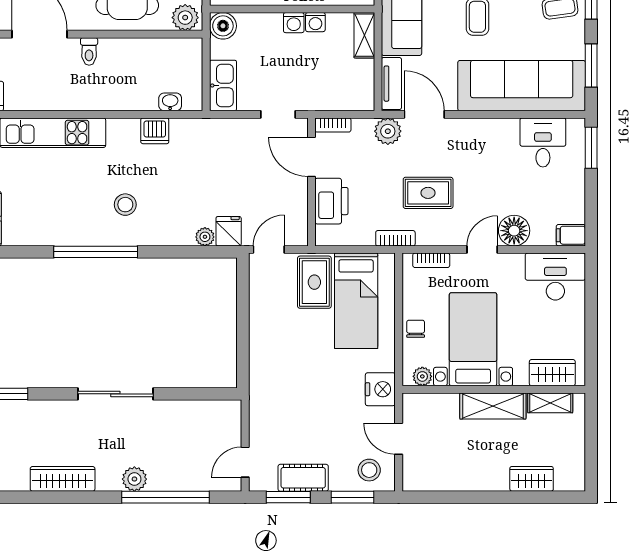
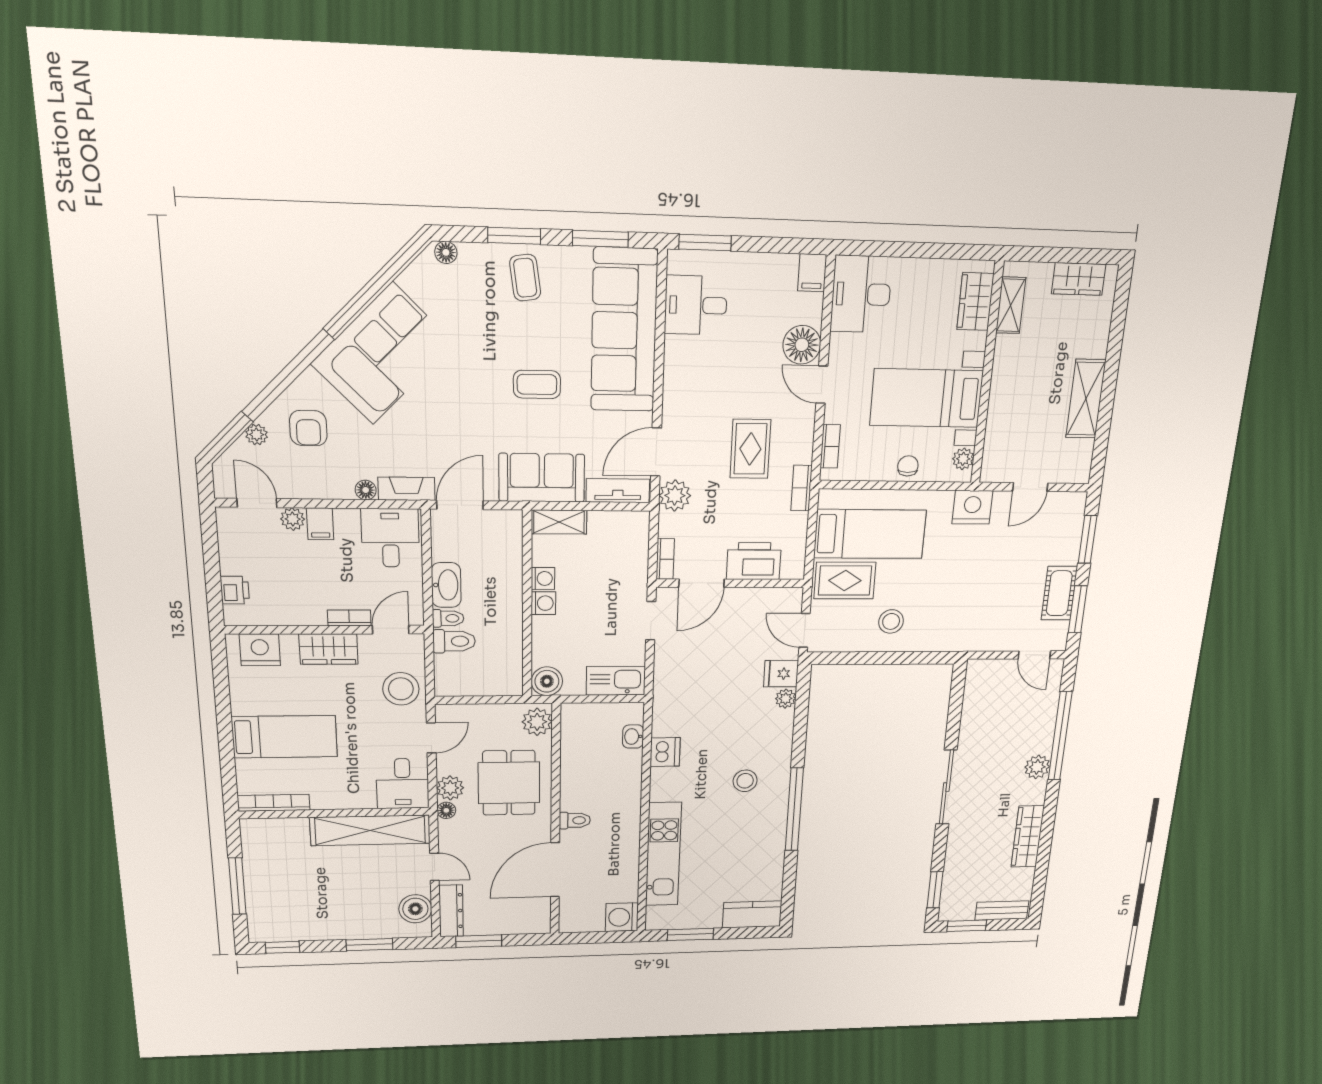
chair: (416, 329) -> (908, 466), turned 90
shelving: (493, 406) -> (1086, 399), moved
stool: (369, 470) -> (891, 621), moved
wardrobe: (532, 479) -> (1079, 279), moved, turned -90

